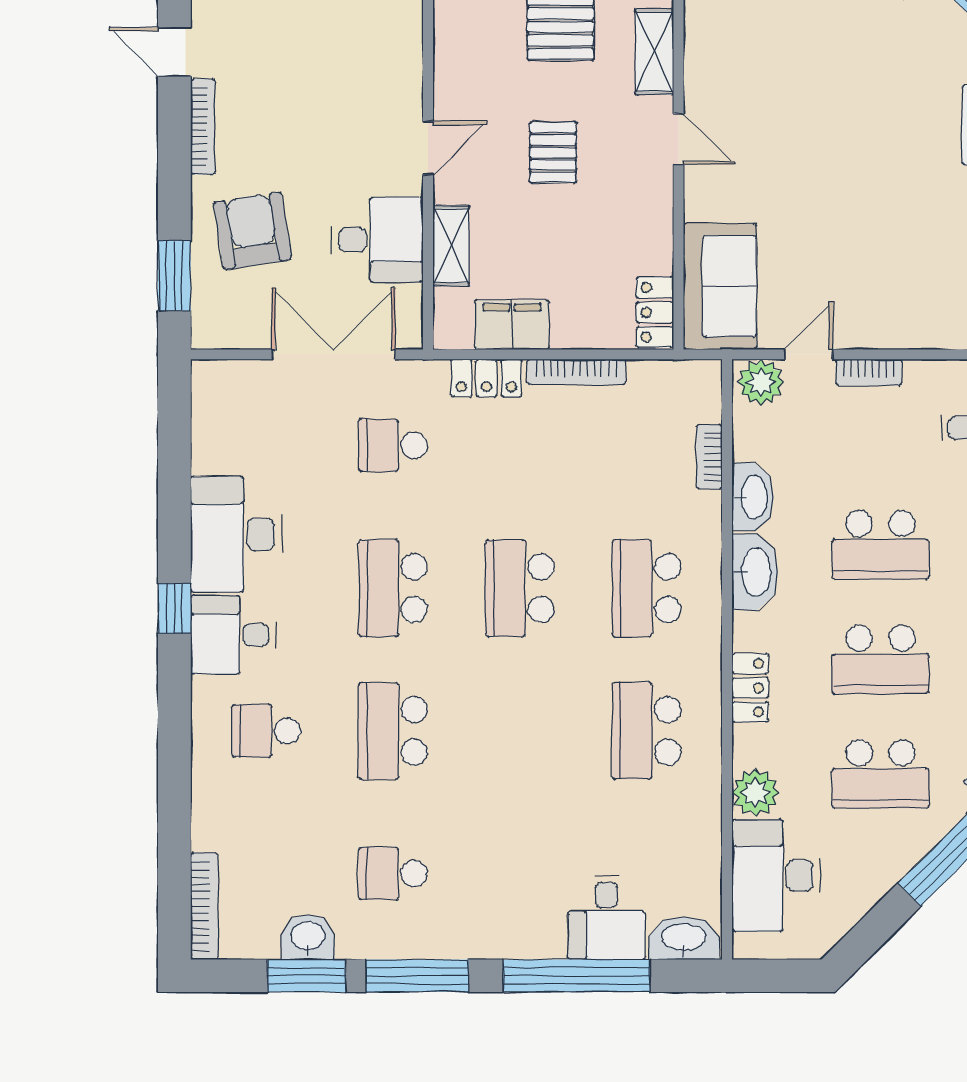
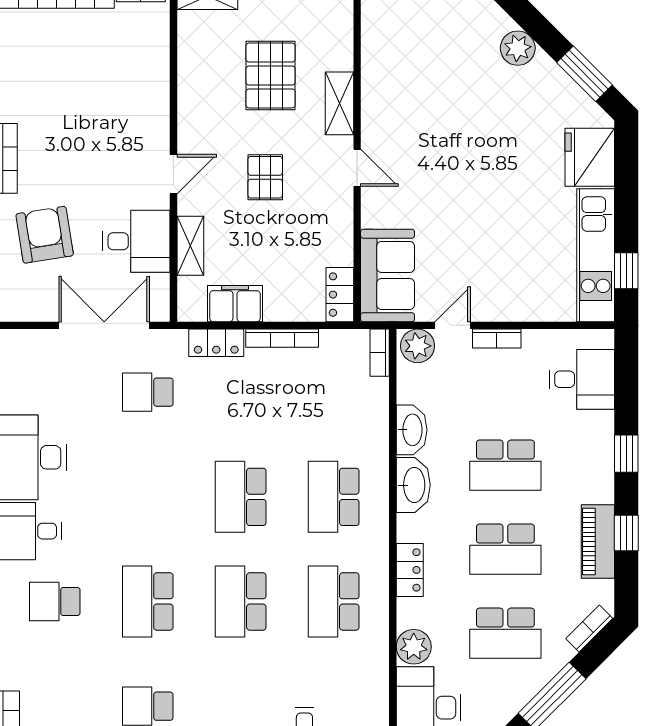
bookcase: (709, 457) -> (380, 353), moved
school desk: (393, 588) -> (241, 601), moved

